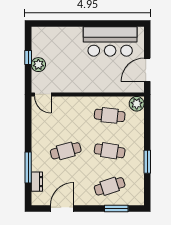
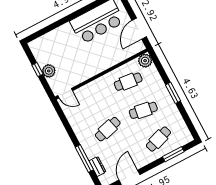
window: (147, 162) -> (173, 93), moved

